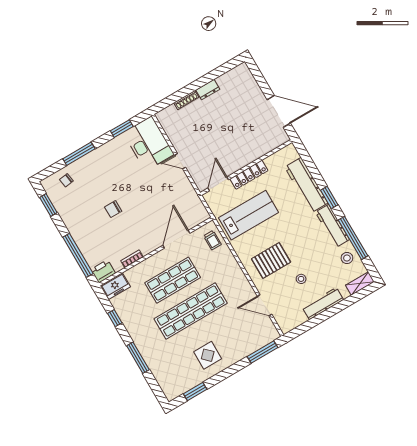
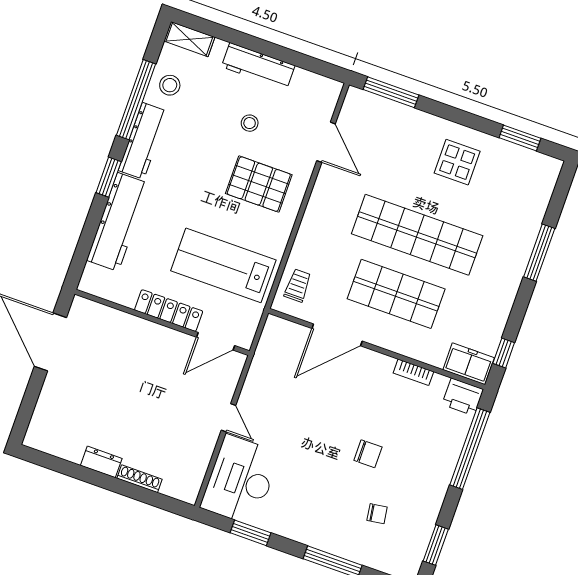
chair: (66, 180) -> (377, 514), moved
window: (115, 318) -> (504, 353), moved

